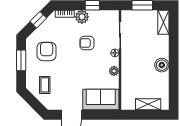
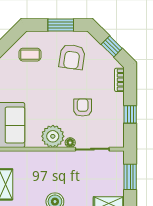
plant: (82, 17) -> (116, 101), removed
armchair: (47, 51) -> (72, 57), turned 98
plant: (114, 71) -> (53, 136), width x1.87, depth x1.87

